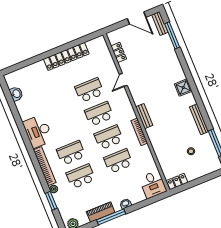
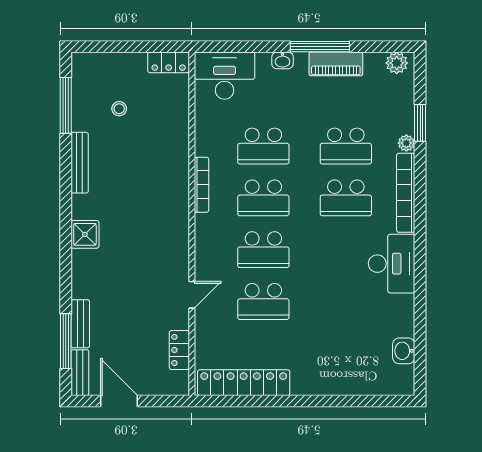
locker: (66, 56) -> (244, 383), moved
bench: (144, 116) -> (80, 324), moved
desk: (153, 184) -> (225, 76), width x1.37

